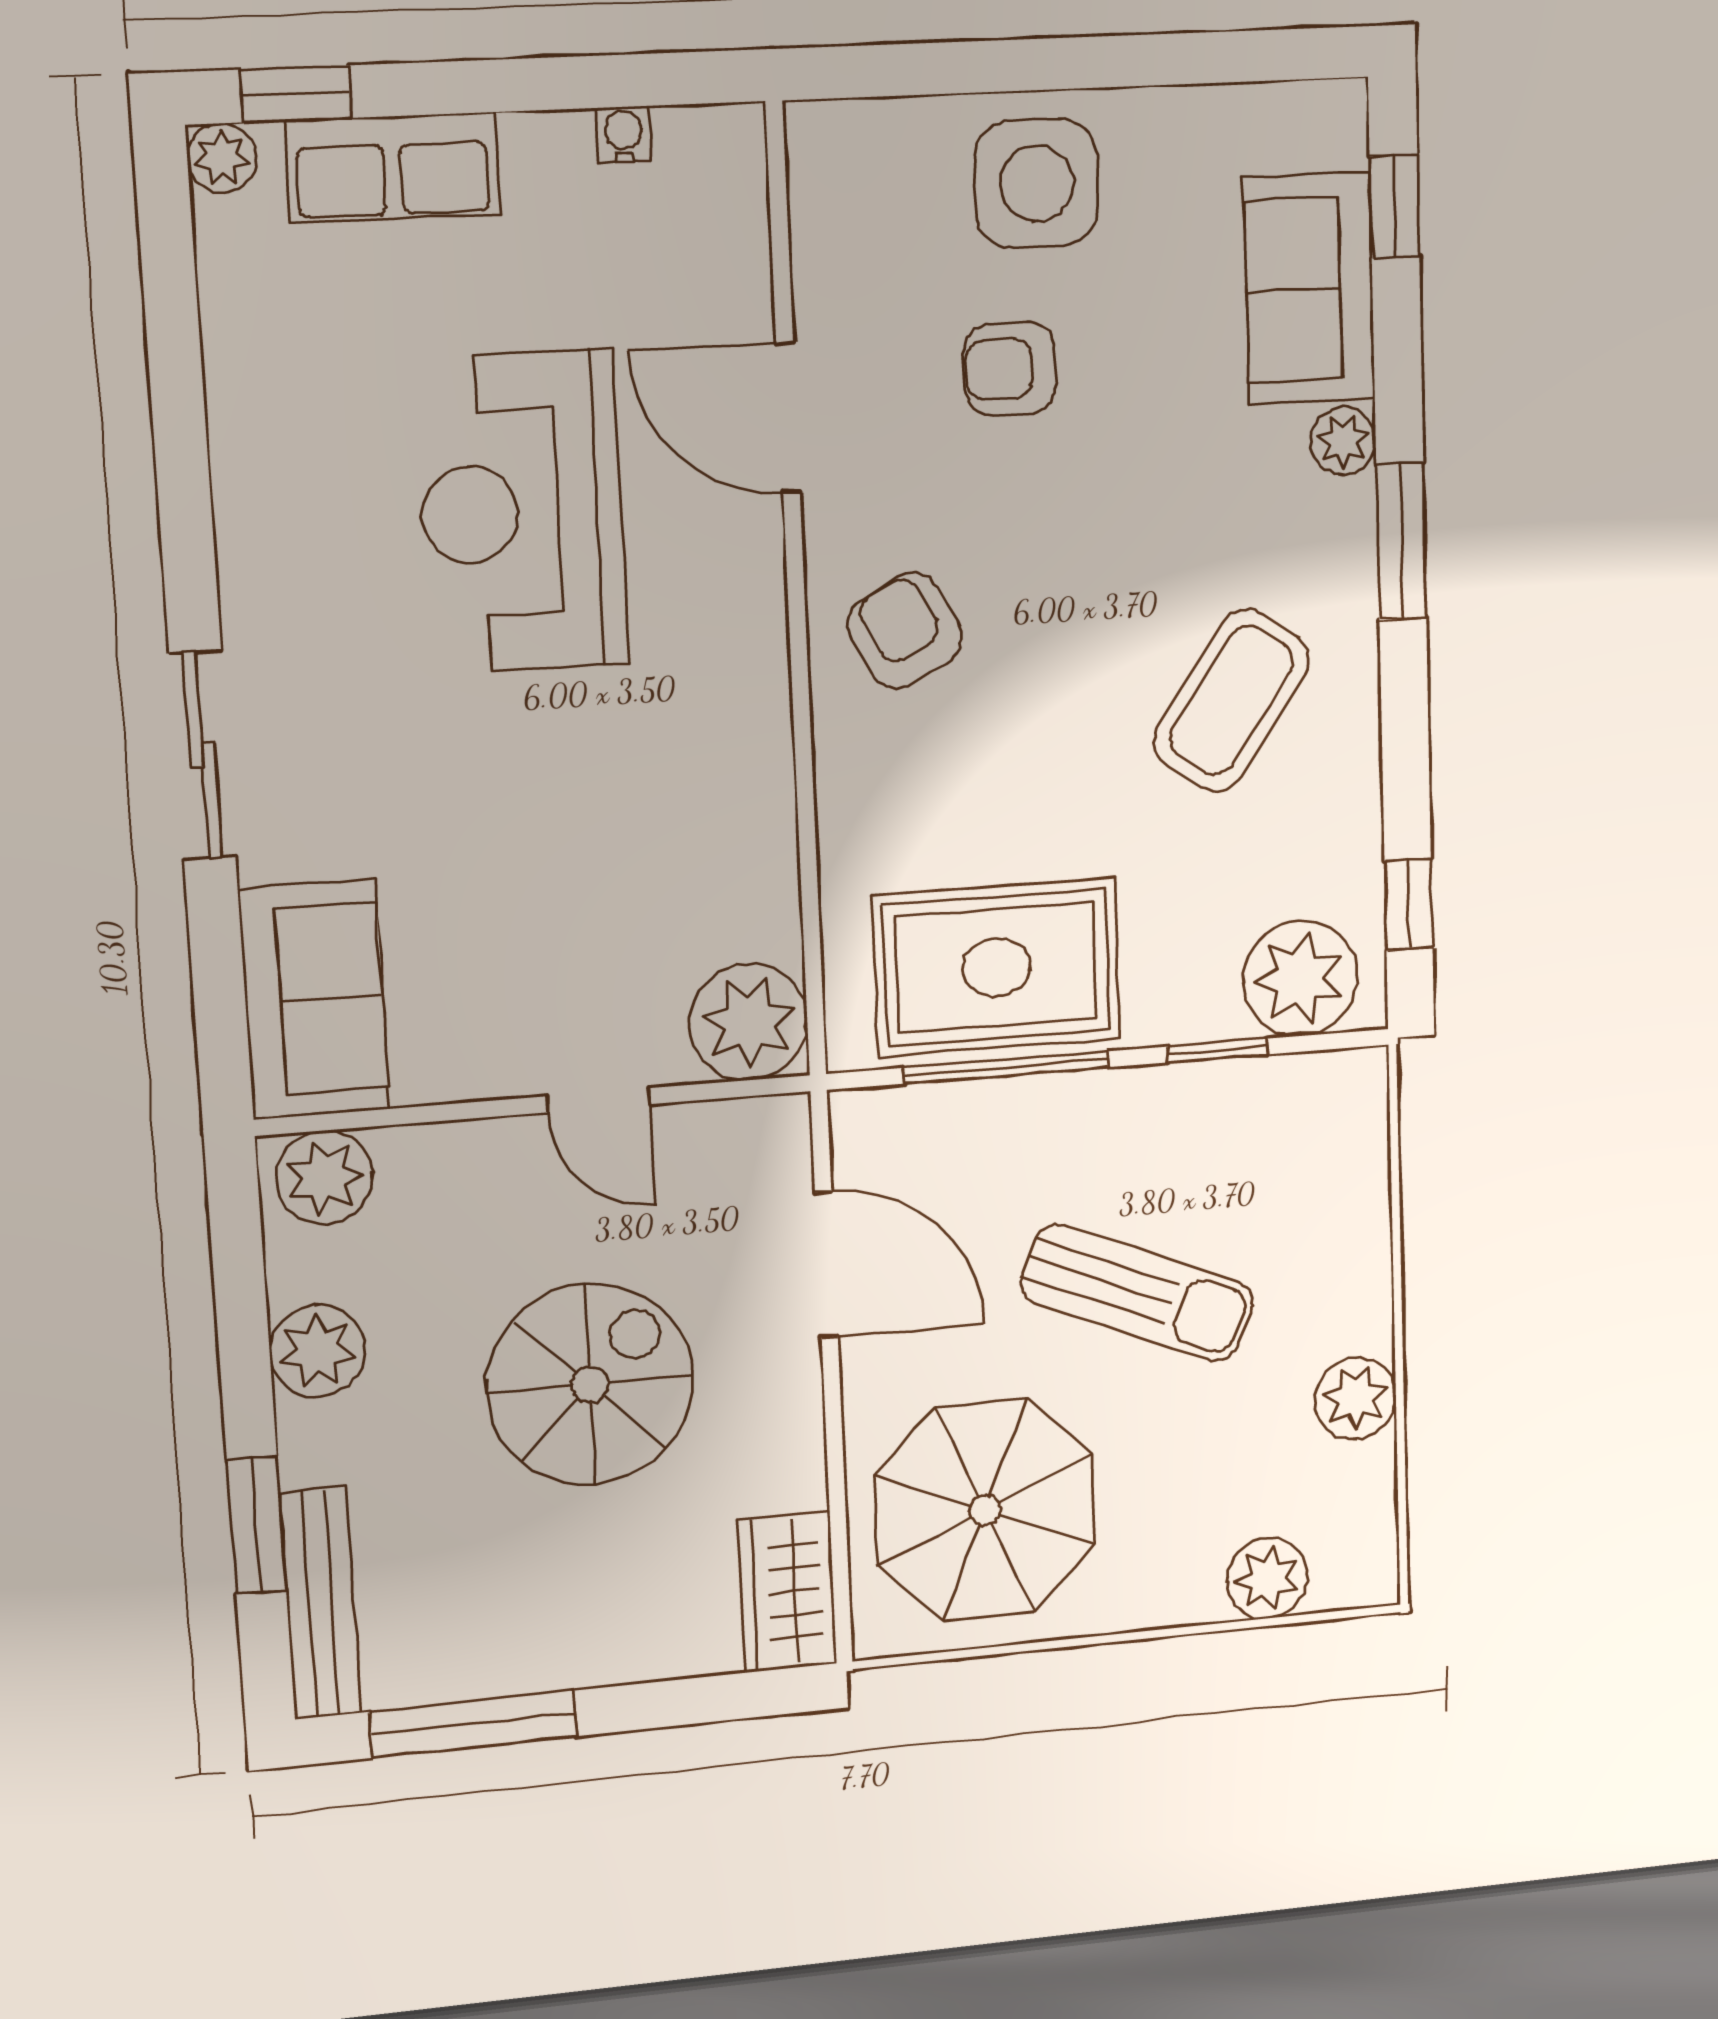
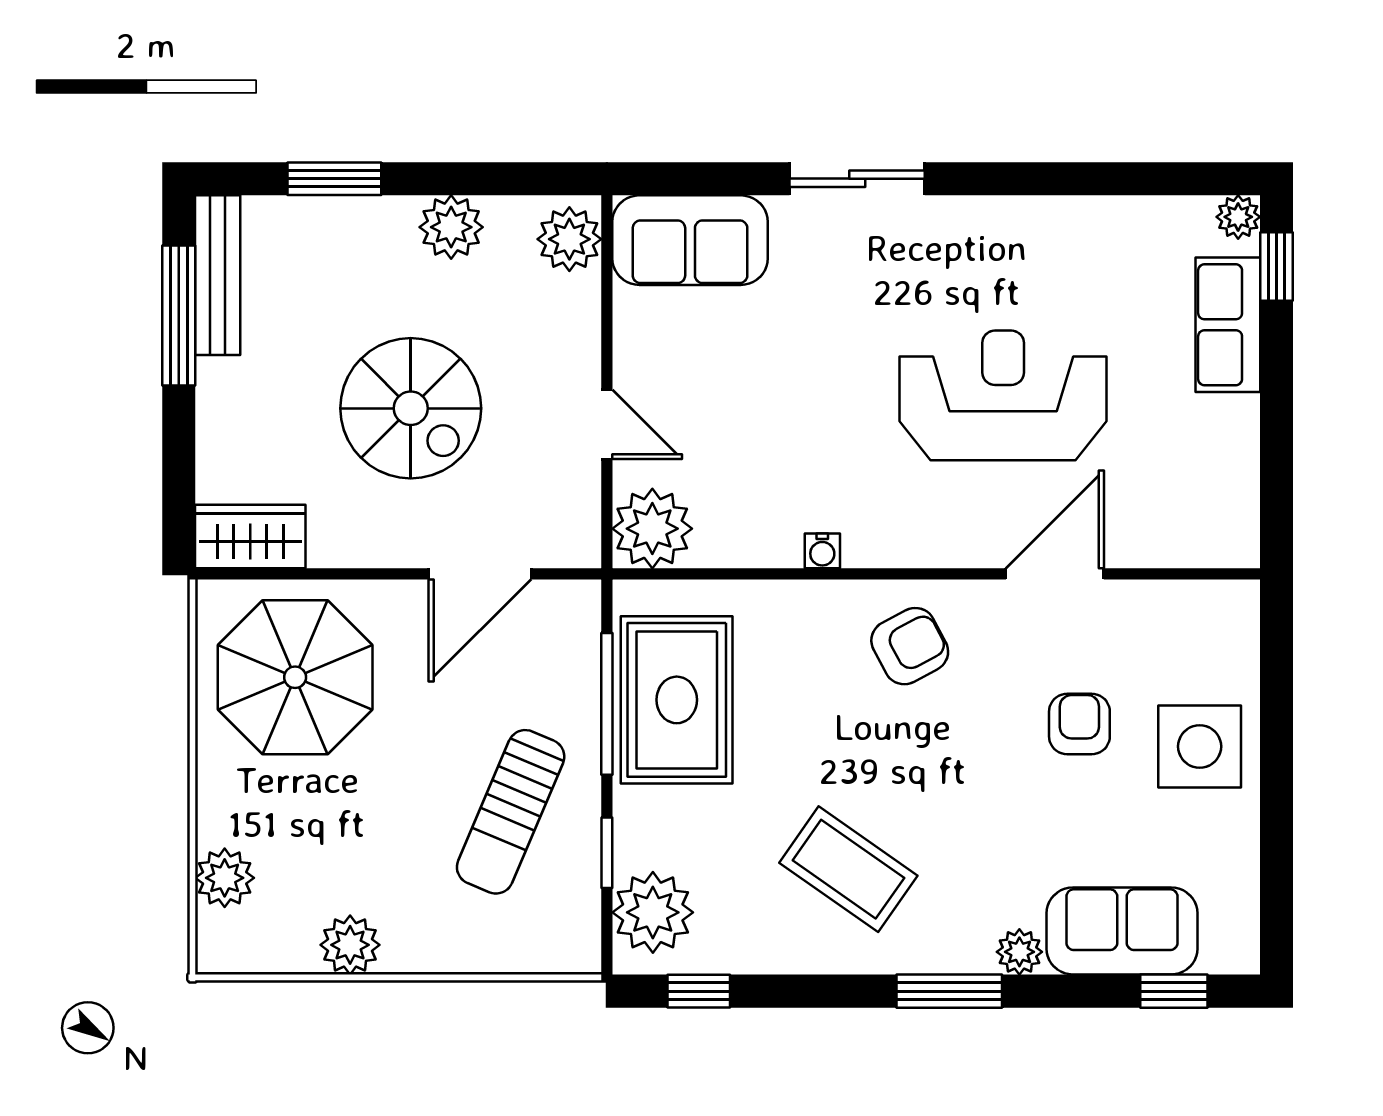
water cooler: (623, 134) -> (822, 551), moved, turned 90
door: (598, 1100) -> (607, 424), swing flipped
sun lounger: (1137, 1293) -> (511, 812), moved
bench: (320, 1604) -> (218, 275), moved, turned 90

